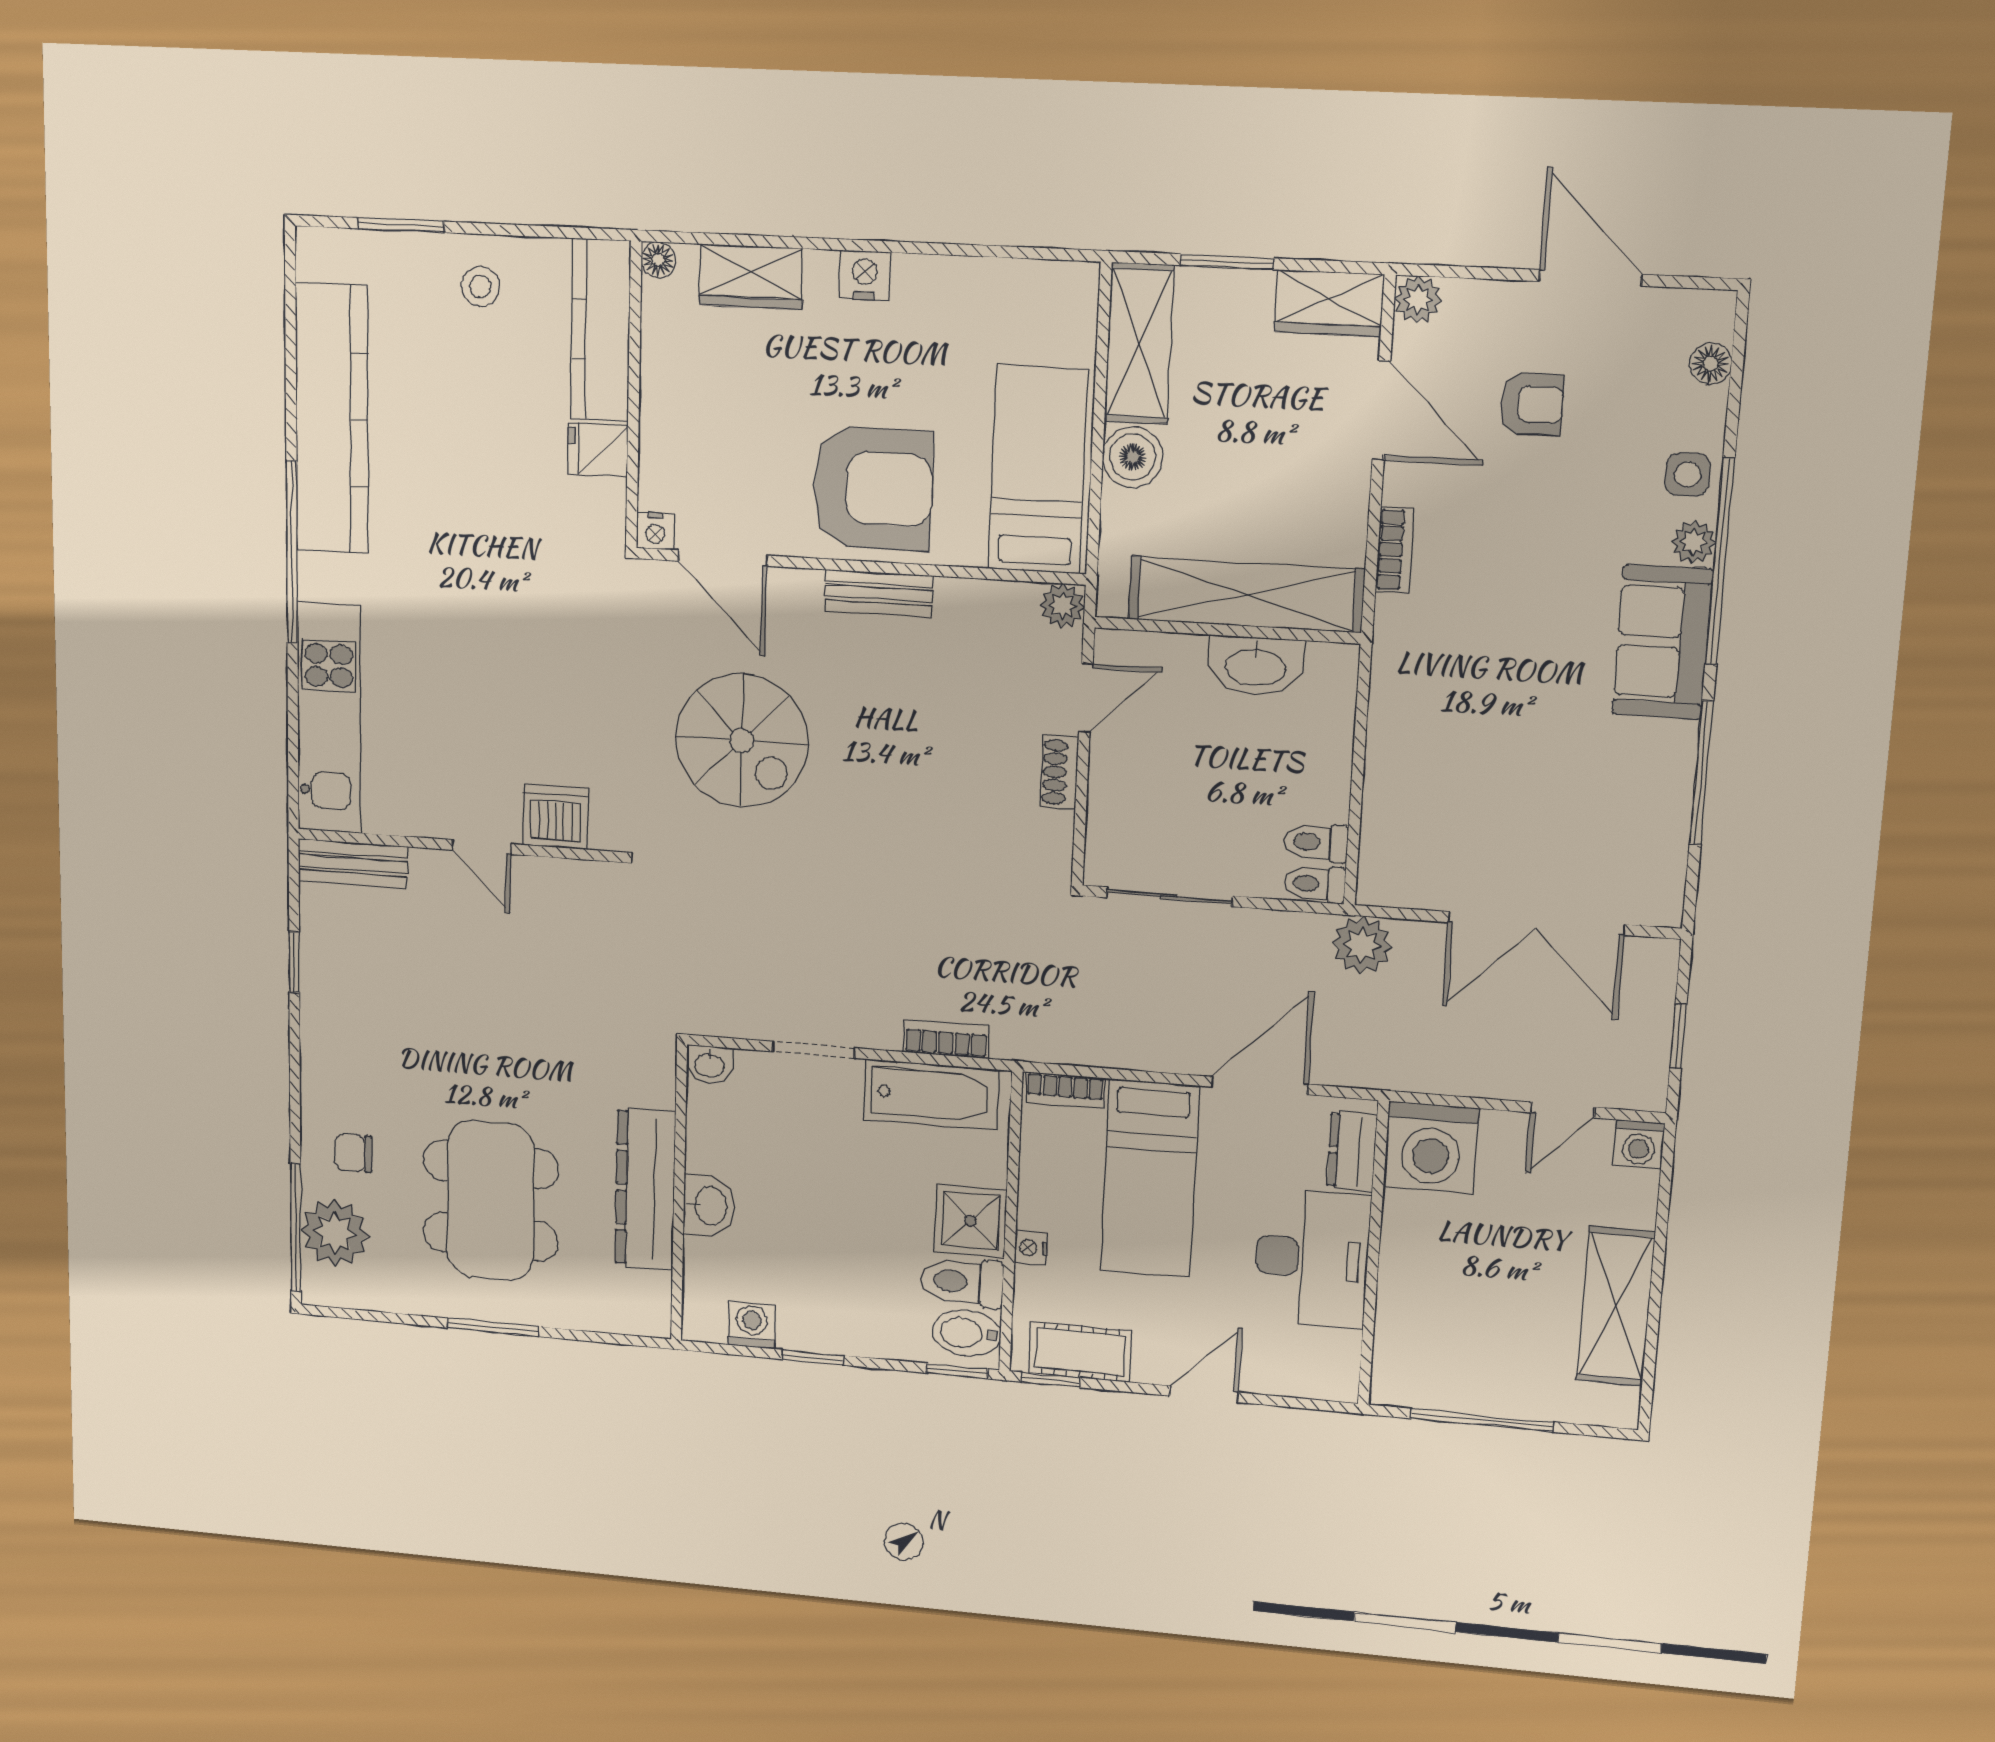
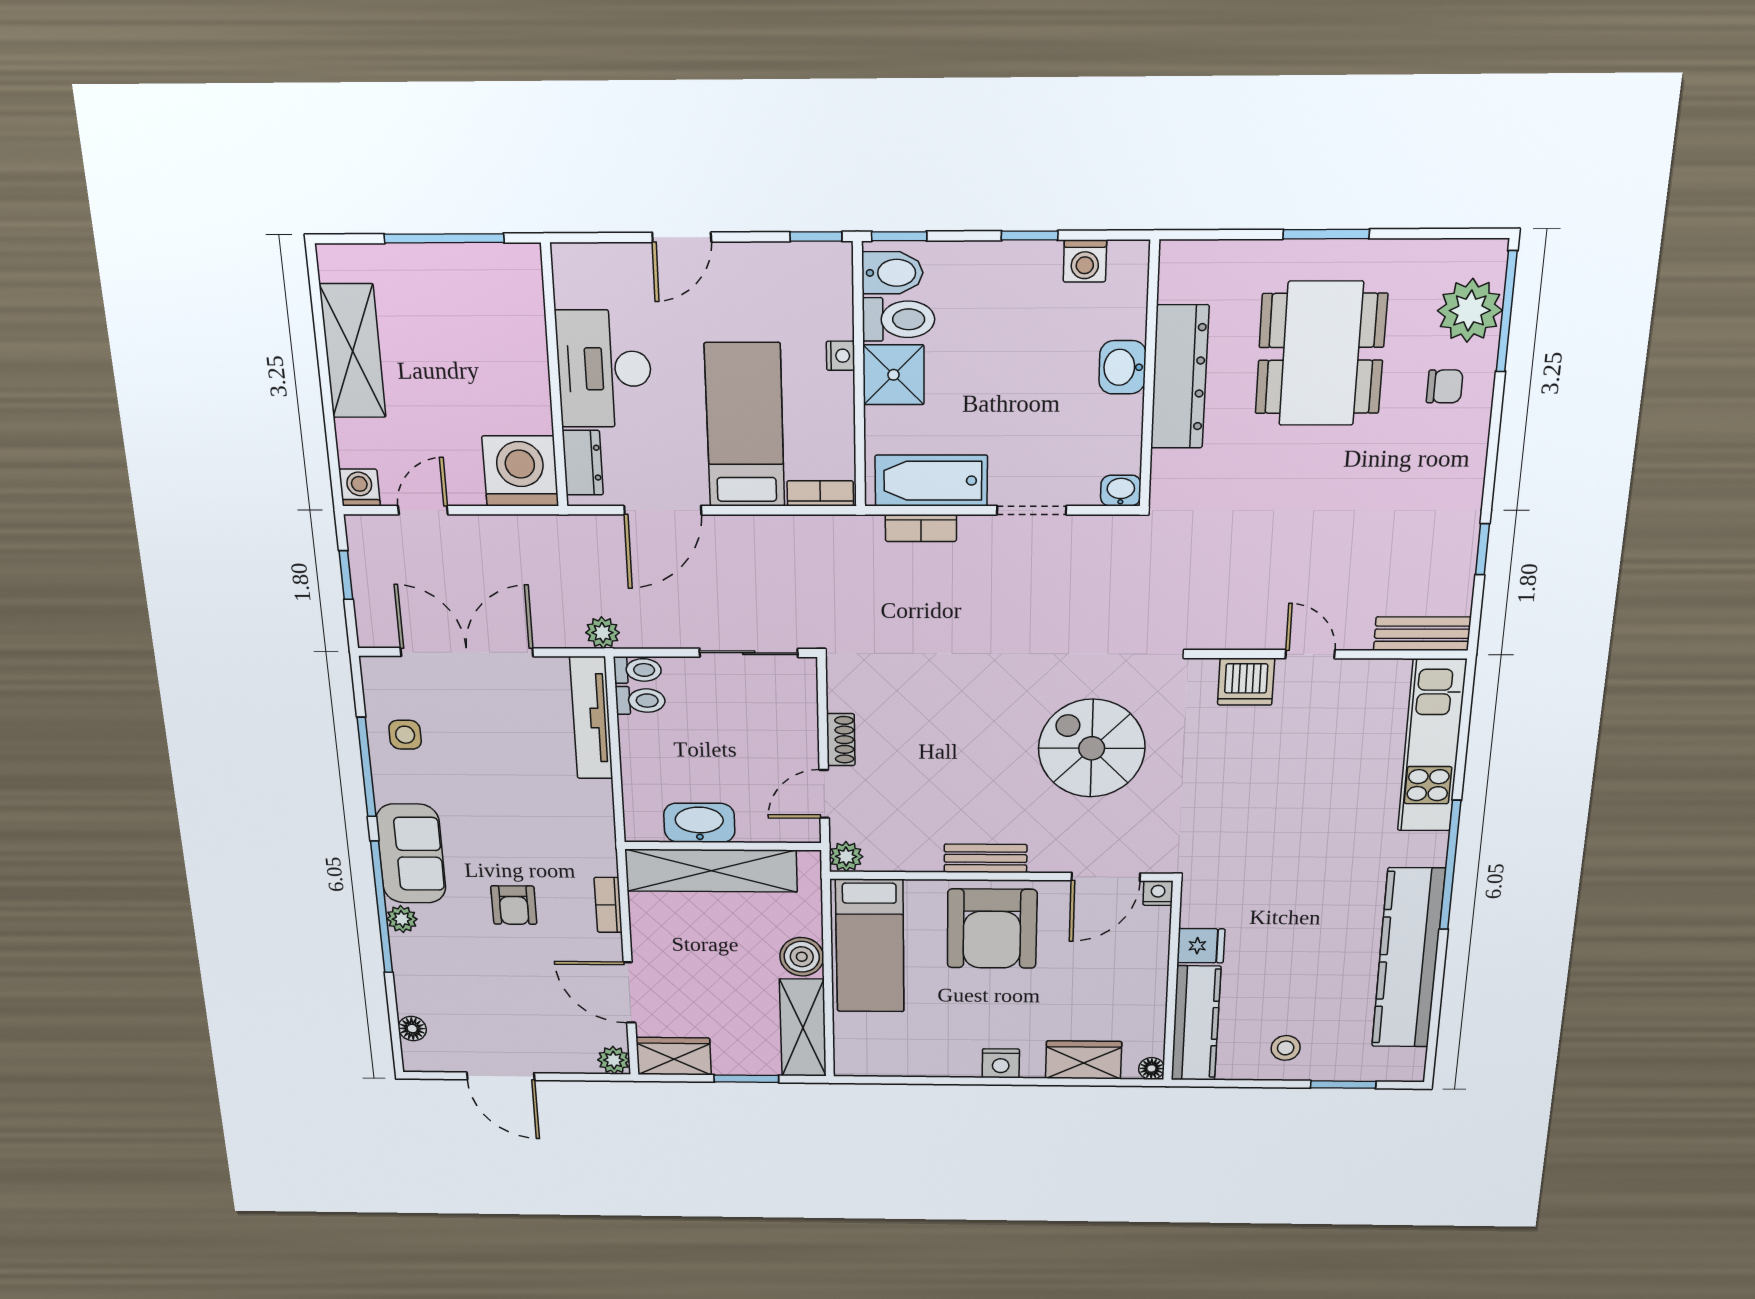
armchair: (1532, 404) -> (514, 905), moved, turned -90
side table: (1688, 474) -> (405, 735), moved
armchair: (872, 488) -> (992, 929), turned -90
door: (723, 558) -> (1106, 877), swing flipped
tv unit: (1383, 823) -> (591, 718), added
plant: (1362, 945) -> (602, 633), width x0.73, depth x0.73
cot: (1080, 1352) -> (792, 265), removed

